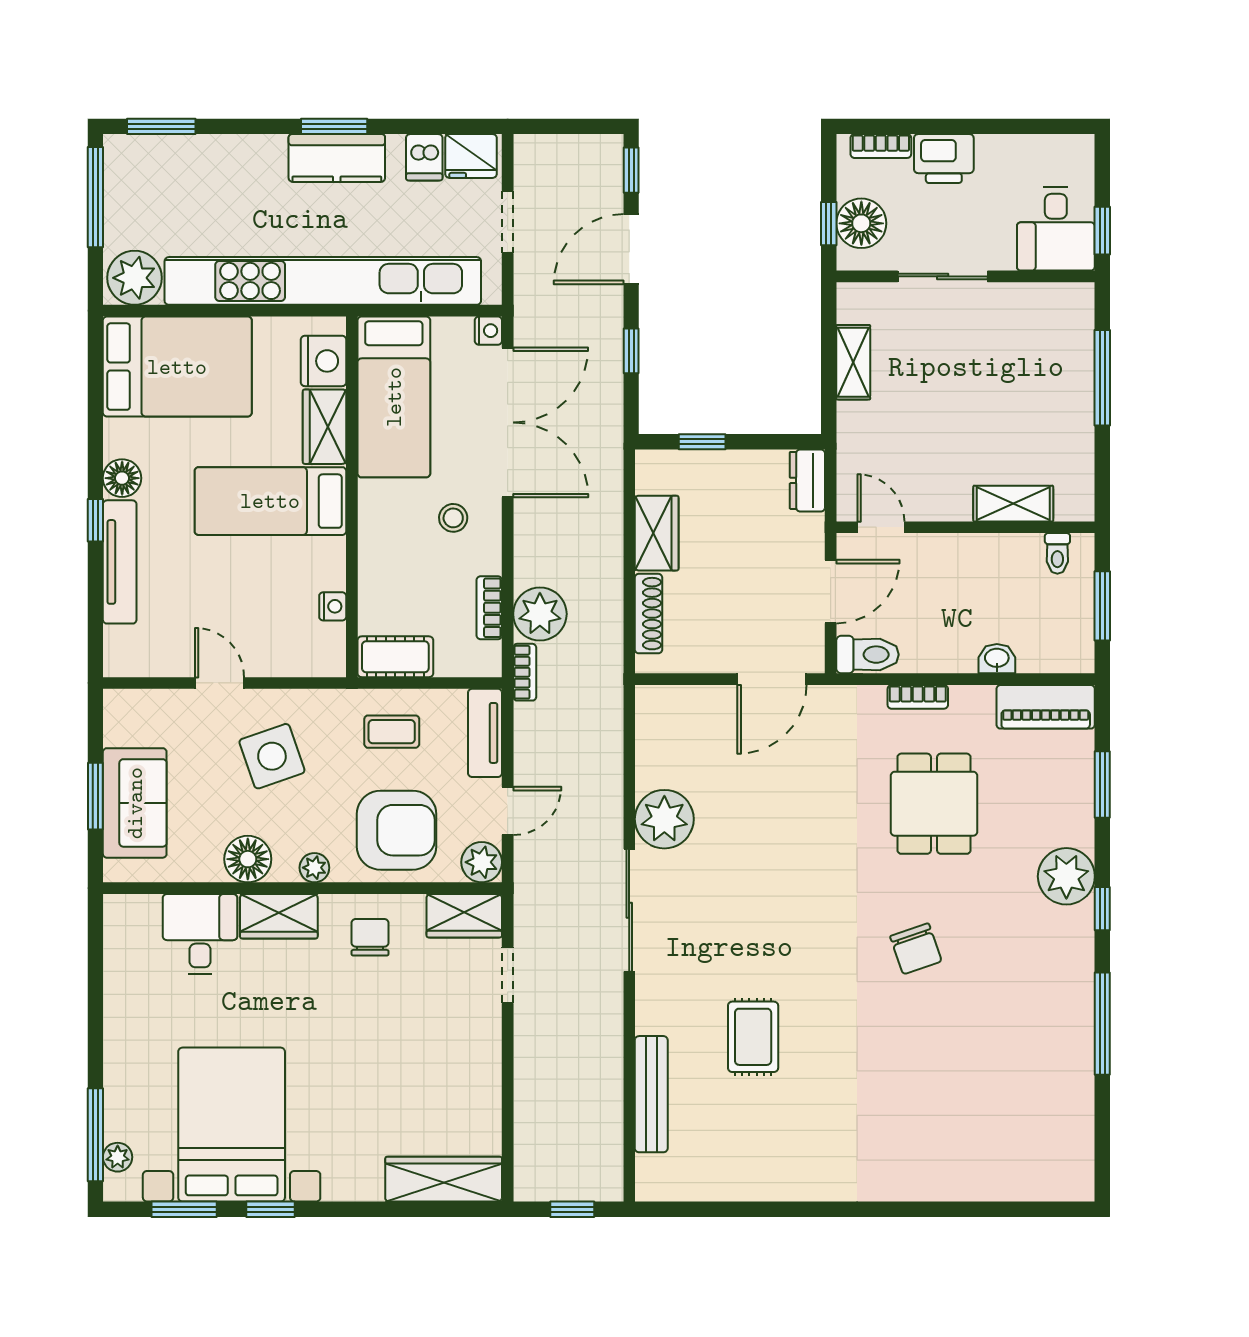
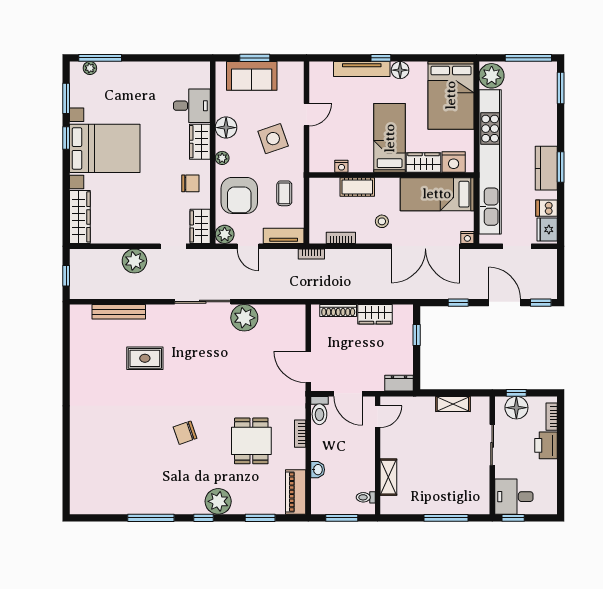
plant: (540, 614) -> (134, 261), moved
cot: (395, 657) -> (357, 187), moved, turned 90
dining table: (934, 804) -> (251, 441), turned 90
bed with nightstands: (232, 1125) -> (105, 148), moved

